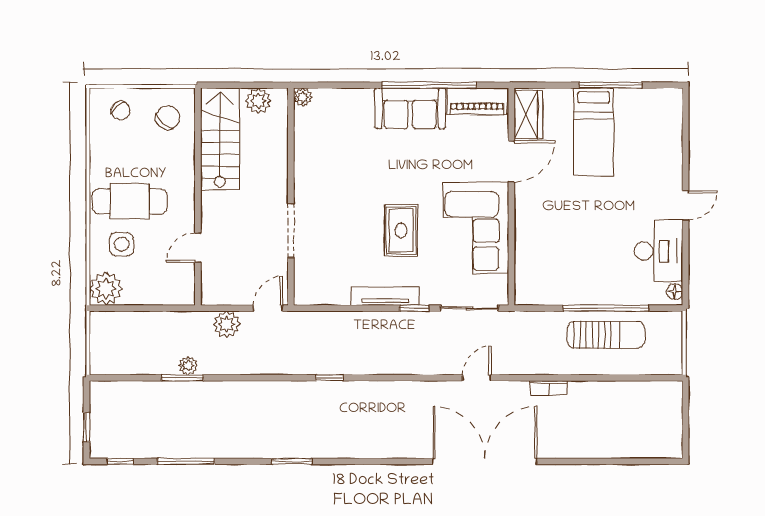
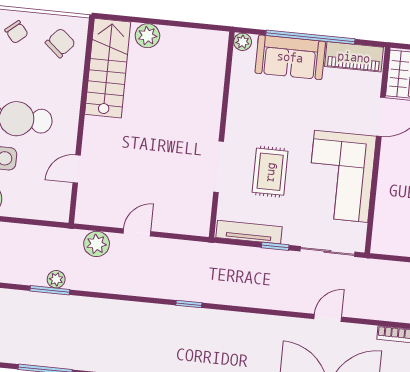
plant: (303, 97) -> (243, 42), moved
wall: (291, 197) -> (222, 135), moved
doorway: (291, 231) -> (219, 167), moved

